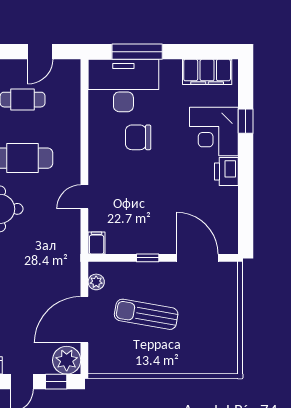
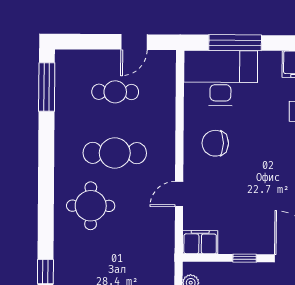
chair: (138, 137) -> (215, 143), moved
filing cabinet: (97, 243) -> (200, 242), width x2.00

